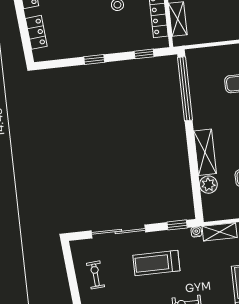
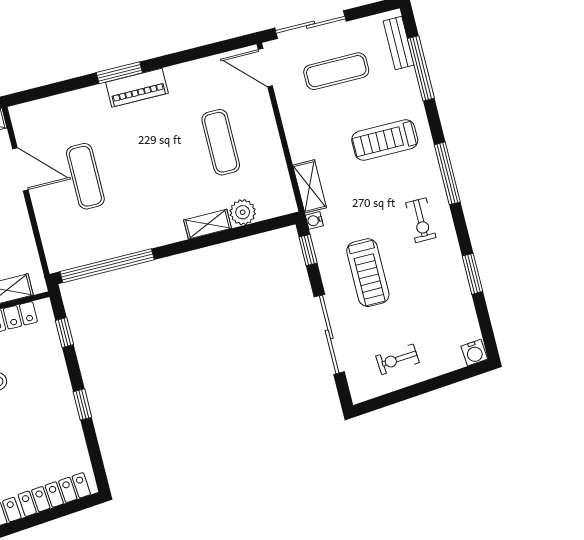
locker: (36, 32) -> (54, 495), width x1.53
shelving: (205, 152) -> (208, 224), width x0.67, depth x0.75

